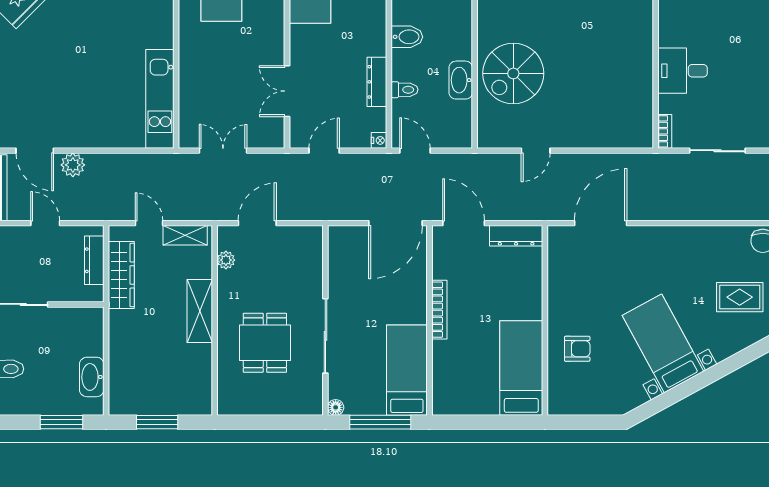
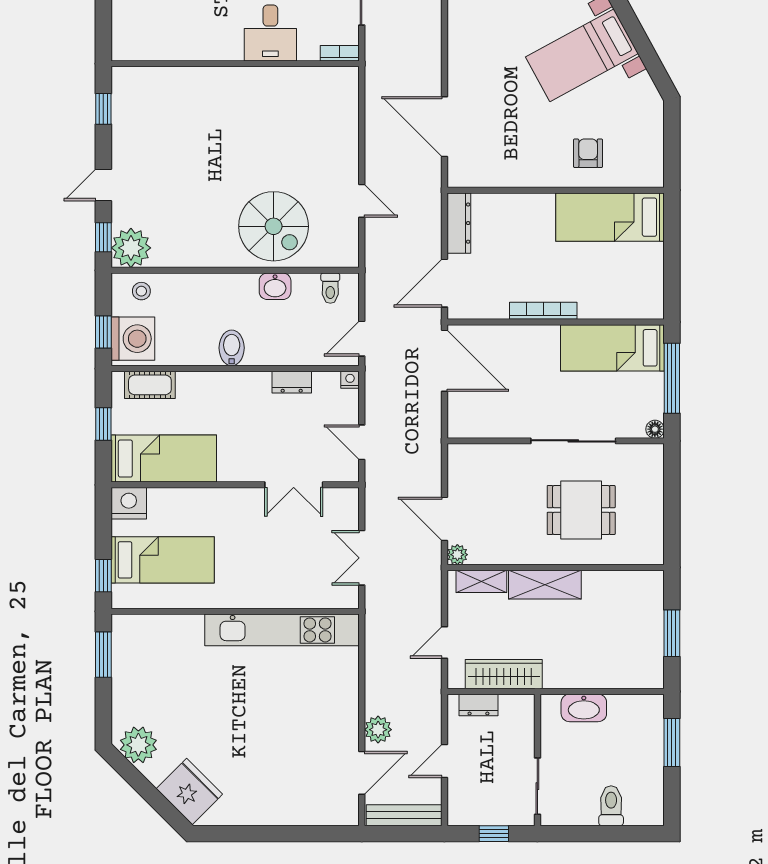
washbasin: (461, 80) -> (275, 286), width x0.72
dresser: (377, 82) -> (292, 382), width x0.70
toilet: (404, 90) -> (330, 288), moved, turned 180
kitchen unit: (160, 99) -> (282, 630), width x1.36
shelving: (185, 235) -> (481, 581), moved, turned 90
dresser: (94, 260) -> (478, 705), width x0.70
plant: (226, 260) -> (457, 555), moved
washbasin: (92, 377) -> (584, 708), moved

